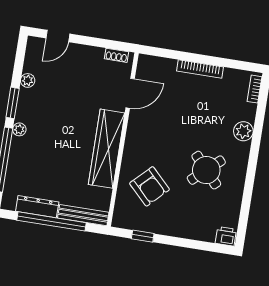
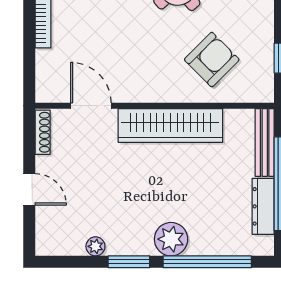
door: (58, 36) -> (29, 189), moved
shoe rack: (116, 55) -> (43, 132), width x1.43
plant: (19, 129) -> (171, 239), width x1.88, depth x1.88

